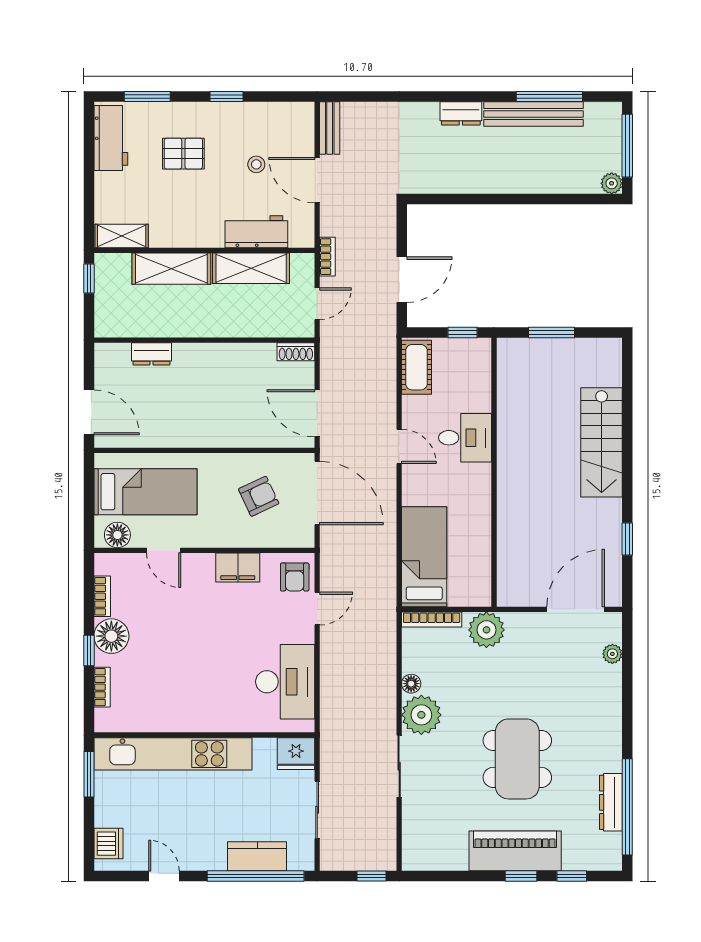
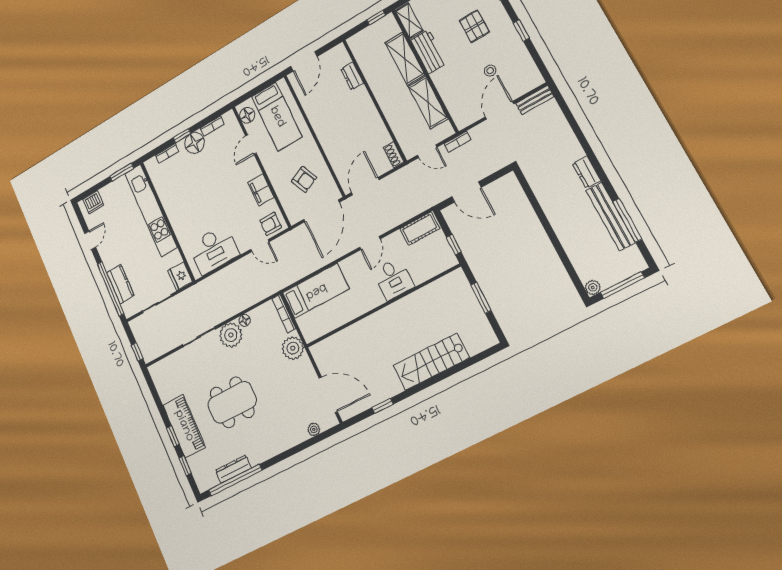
workbench: (256, 232) -> (429, 52), moved

